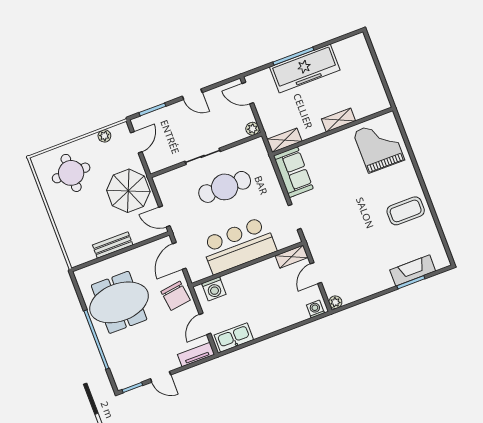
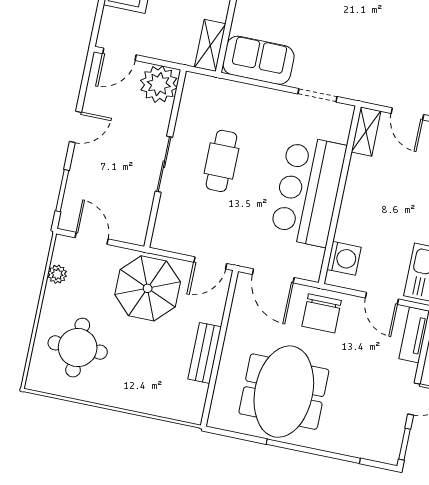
plant: (252, 129) -> (159, 84), width x1.87, depth x1.87
cafe table: (225, 187) -> (221, 161), width x0.73, depth x0.74
chair: (176, 296) -> (322, 313), turned 98

